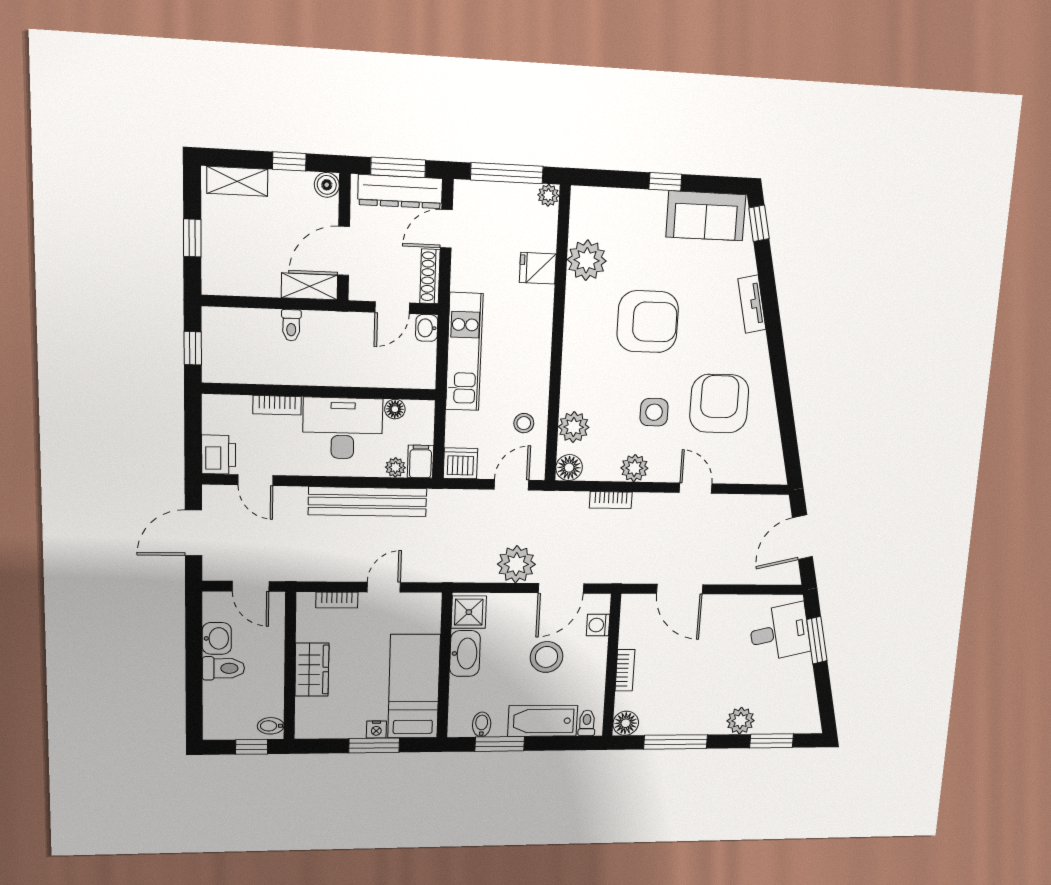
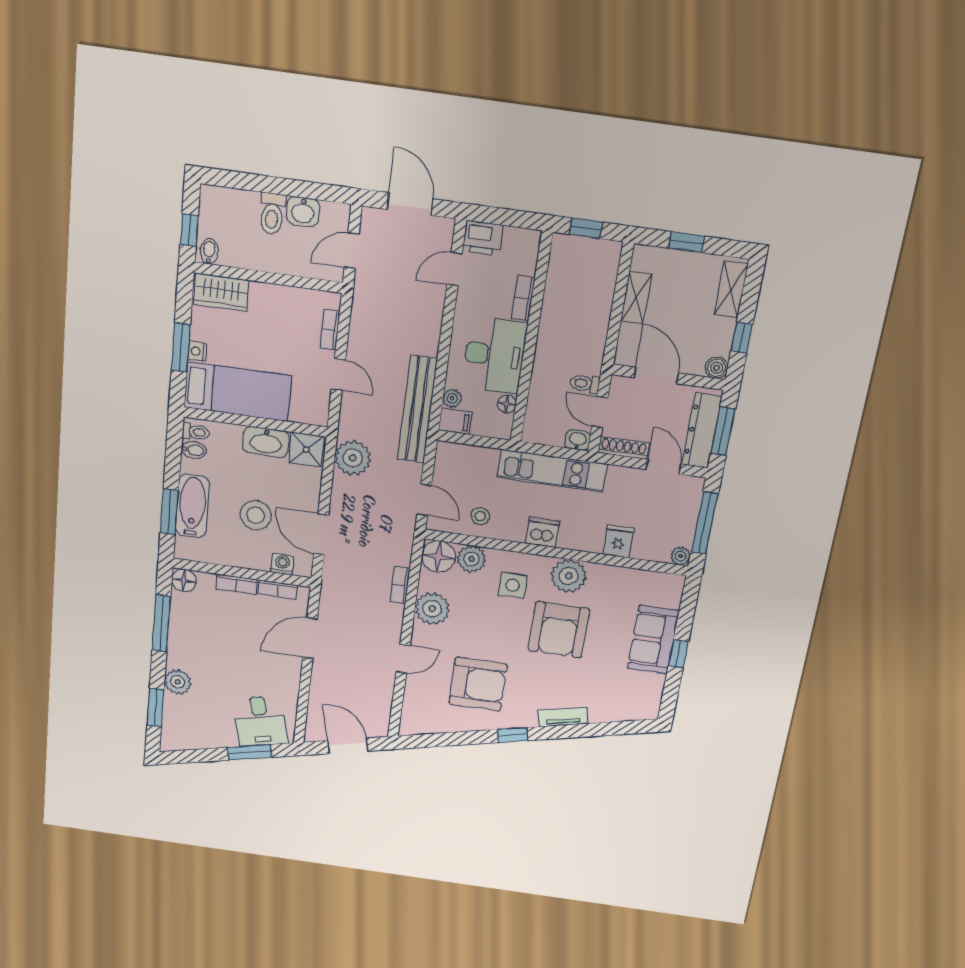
sofa: (706, 216) -> (653, 640), moved
window: (759, 223) -> (513, 735), moved
plant: (587, 260) -> (569, 576), moved
shelving: (309, 286) -> (636, 297), moved
toilet: (291, 325) -> (585, 384), moved
side table: (654, 412) -> (513, 585), moved
dishwasher: (460, 463) -> (542, 532), moved, turned -90
floor lamp: (569, 468) -> (438, 557), width x1.38, depth x1.38
plant: (634, 468) -> (432, 609), width x1.36, depth x1.36
bench: (368, 502) -> (417, 409), moved
plant: (516, 564) -> (353, 458), moved
bookcase: (627, 627) -> (278, 590), added
wardrobe: (312, 670) -> (221, 292), moved
toilet: (587, 723) -> (196, 432), moved
window: (500, 744) -> (169, 512), moved

